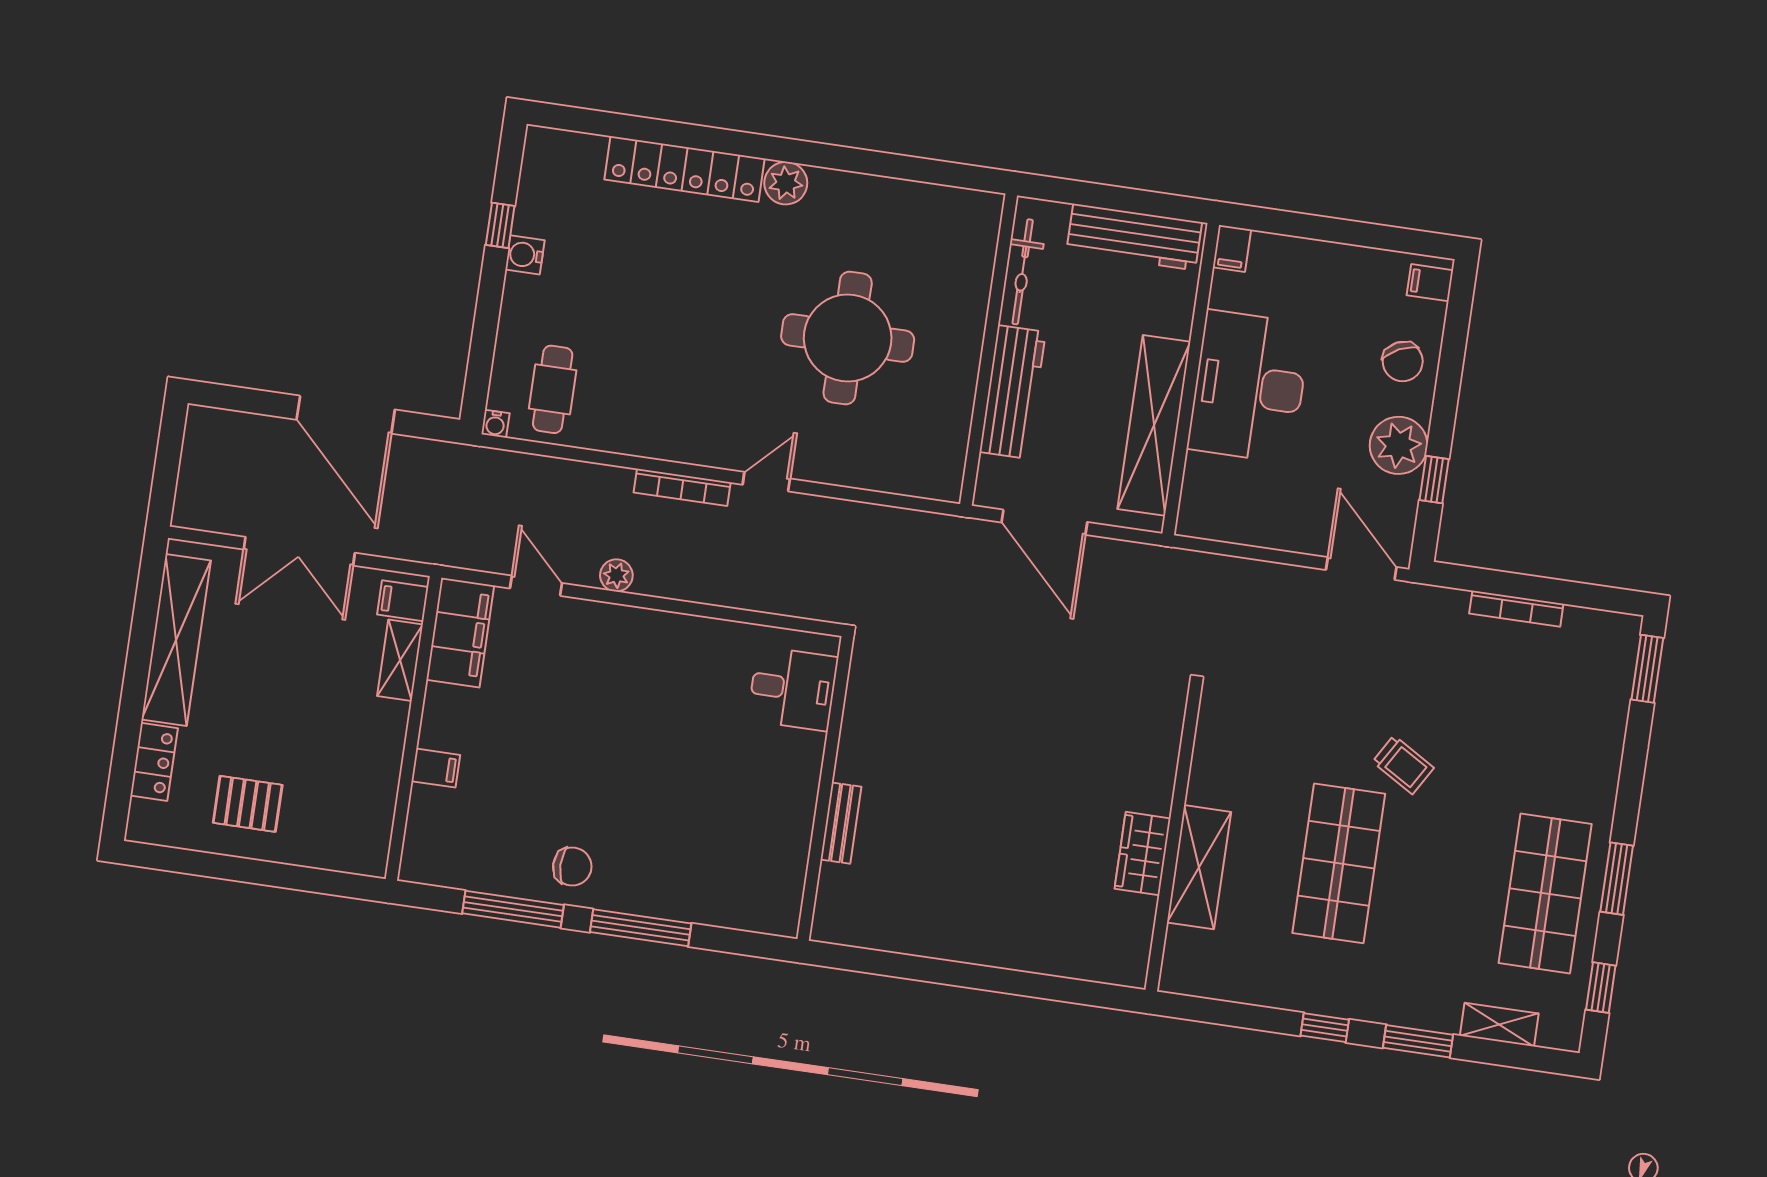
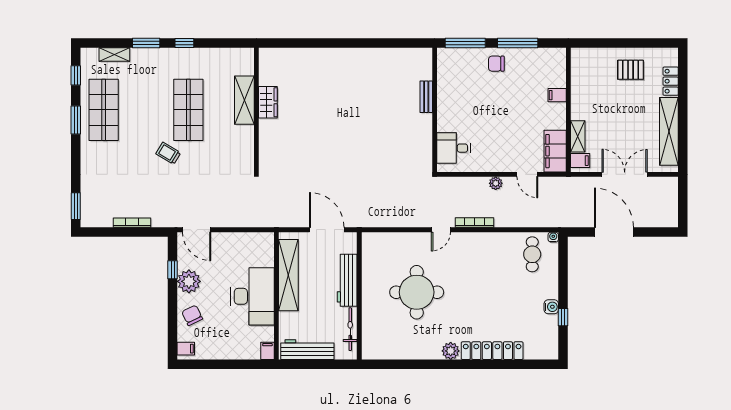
desk: (793, 689) -> (453, 148), moved
wall: (825, 788) -> (435, 110), moved
bench: (841, 823) -> (426, 97), moved

